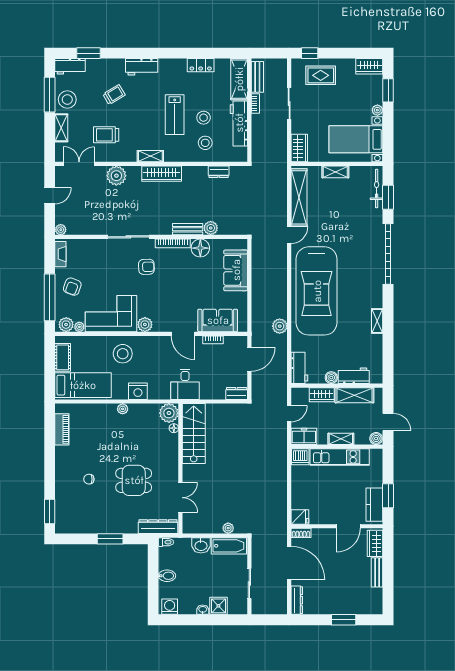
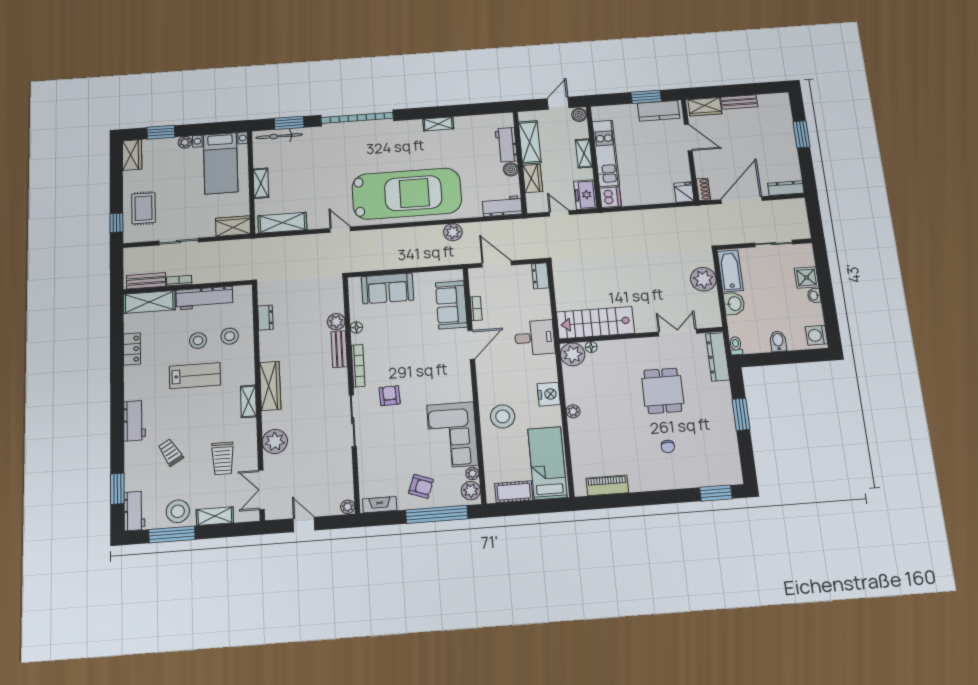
shelving: (299, 197) -> (282, 223), width x0.68
floor lamp: (200, 248) -> (356, 327), width x0.53, depth x0.53
plant: (145, 325) -> (463, 392), removed
plant: (228, 528) -> (703, 279), width x1.88, depth x1.88

